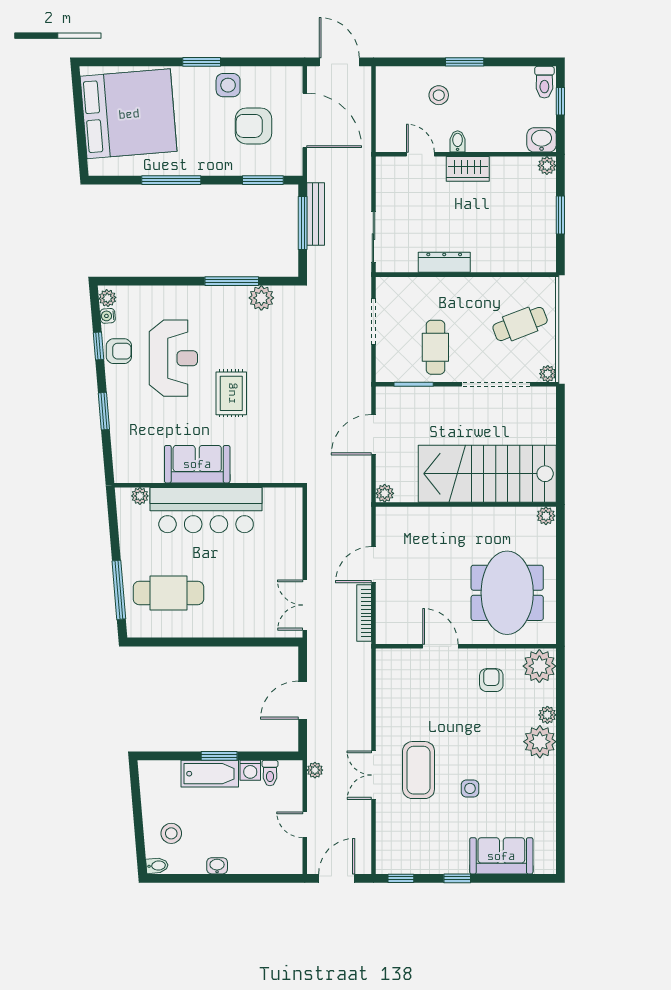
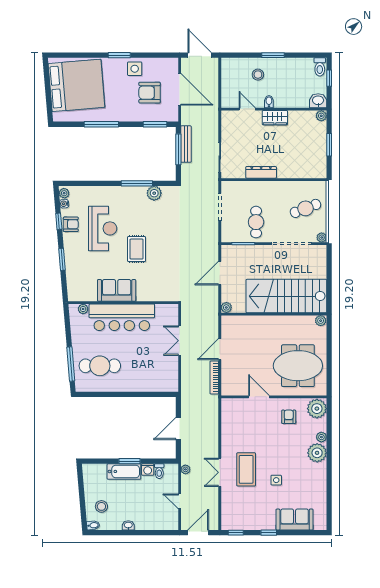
meeting table: (507, 593) -> (298, 366), turned 90
double door: (305, 605) -> (180, 341), moved

